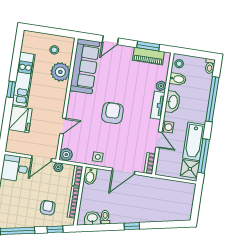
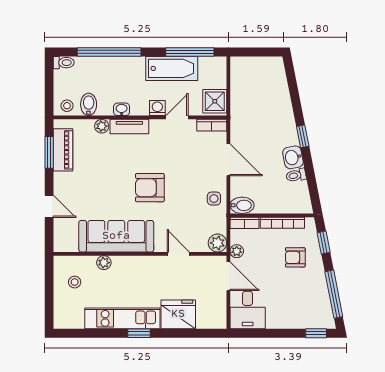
sofa: (85, 66) -> (116, 236), moved
plant: (60, 72) -> (104, 263), width x0.53, depth x0.53
washbasin: (173, 102) -> (122, 109), width x0.52, depth x0.69
shower: (190, 169) -> (215, 101), moved
washbasin: (92, 218) -> (293, 157), moved

